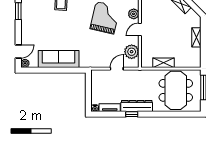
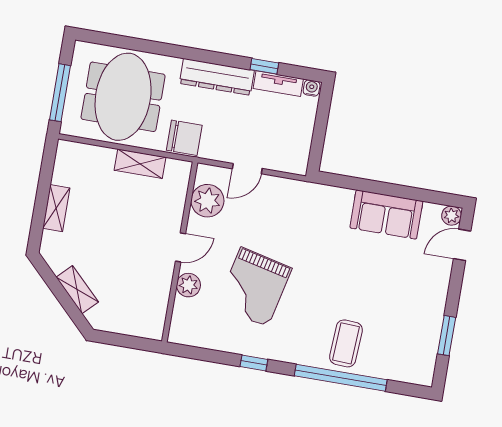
sofa: (59, 59) -> (386, 215), width x0.73
chair: (146, 77) -> (184, 138), added
window: (132, 114) -> (264, 66), moved

